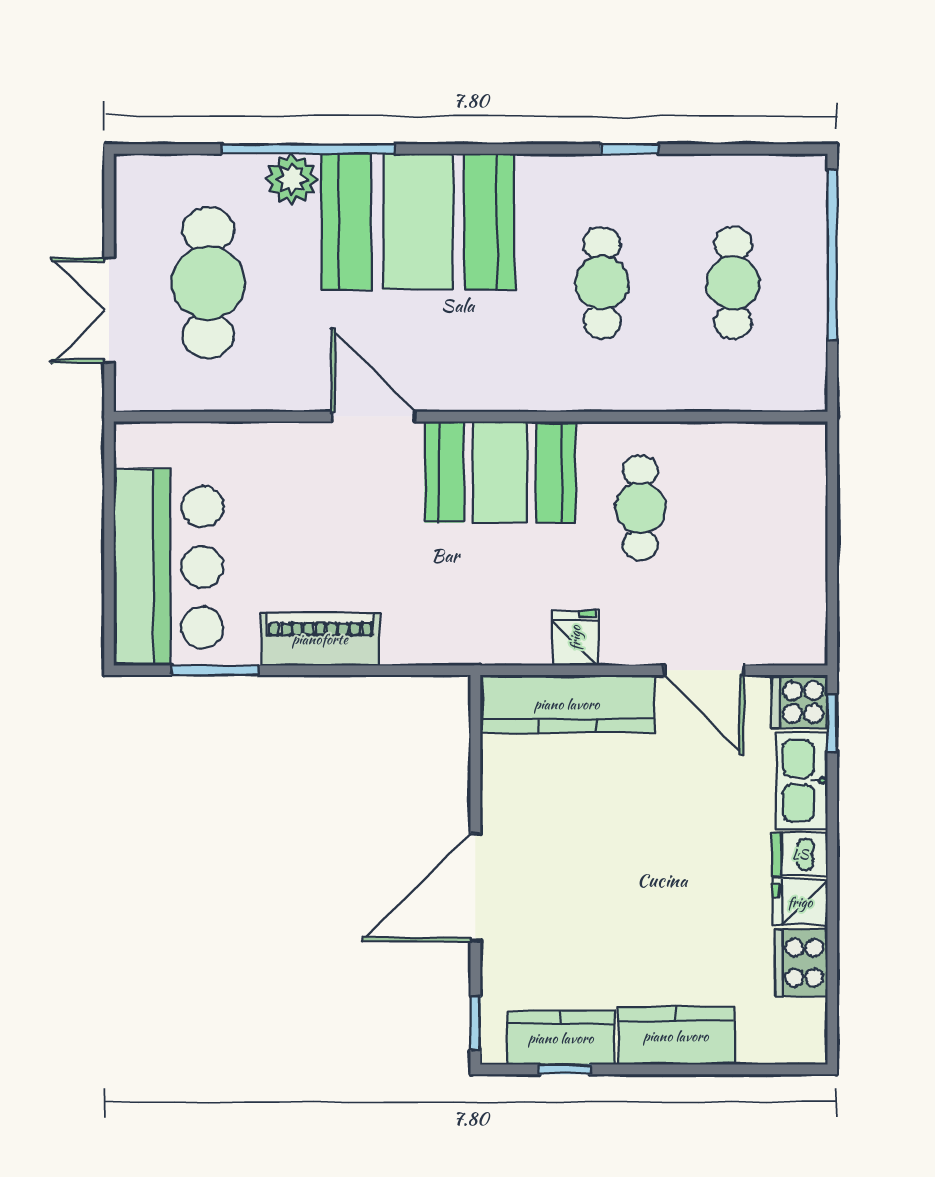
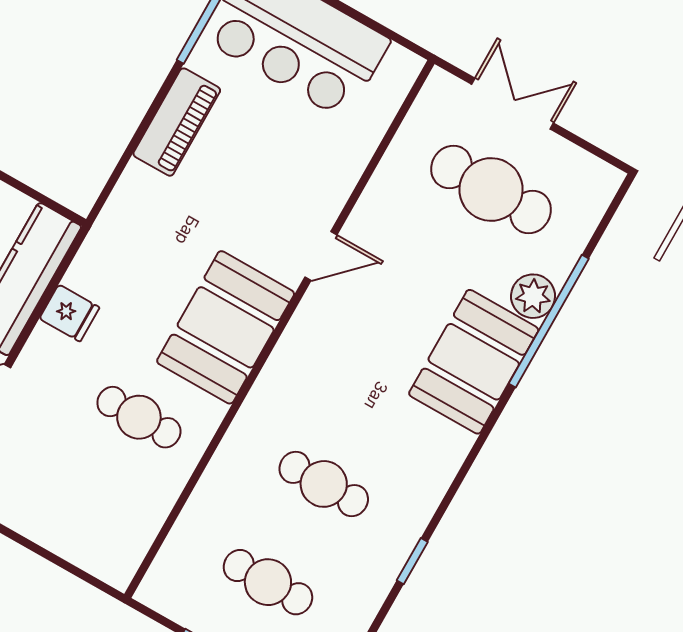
booth: (418, 222) -> (474, 362), width x0.73, depth x0.70
door: (373, 417) -> (321, 256), width x0.73

